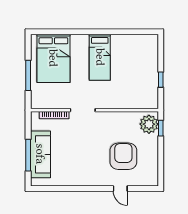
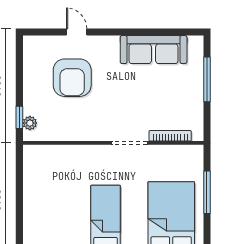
window: (161, 80) -> (19, 186), removed
plant: (149, 124) -> (30, 123), width x0.53, depth x0.53
sofa: (40, 154) -> (154, 50), moved, turned -90

